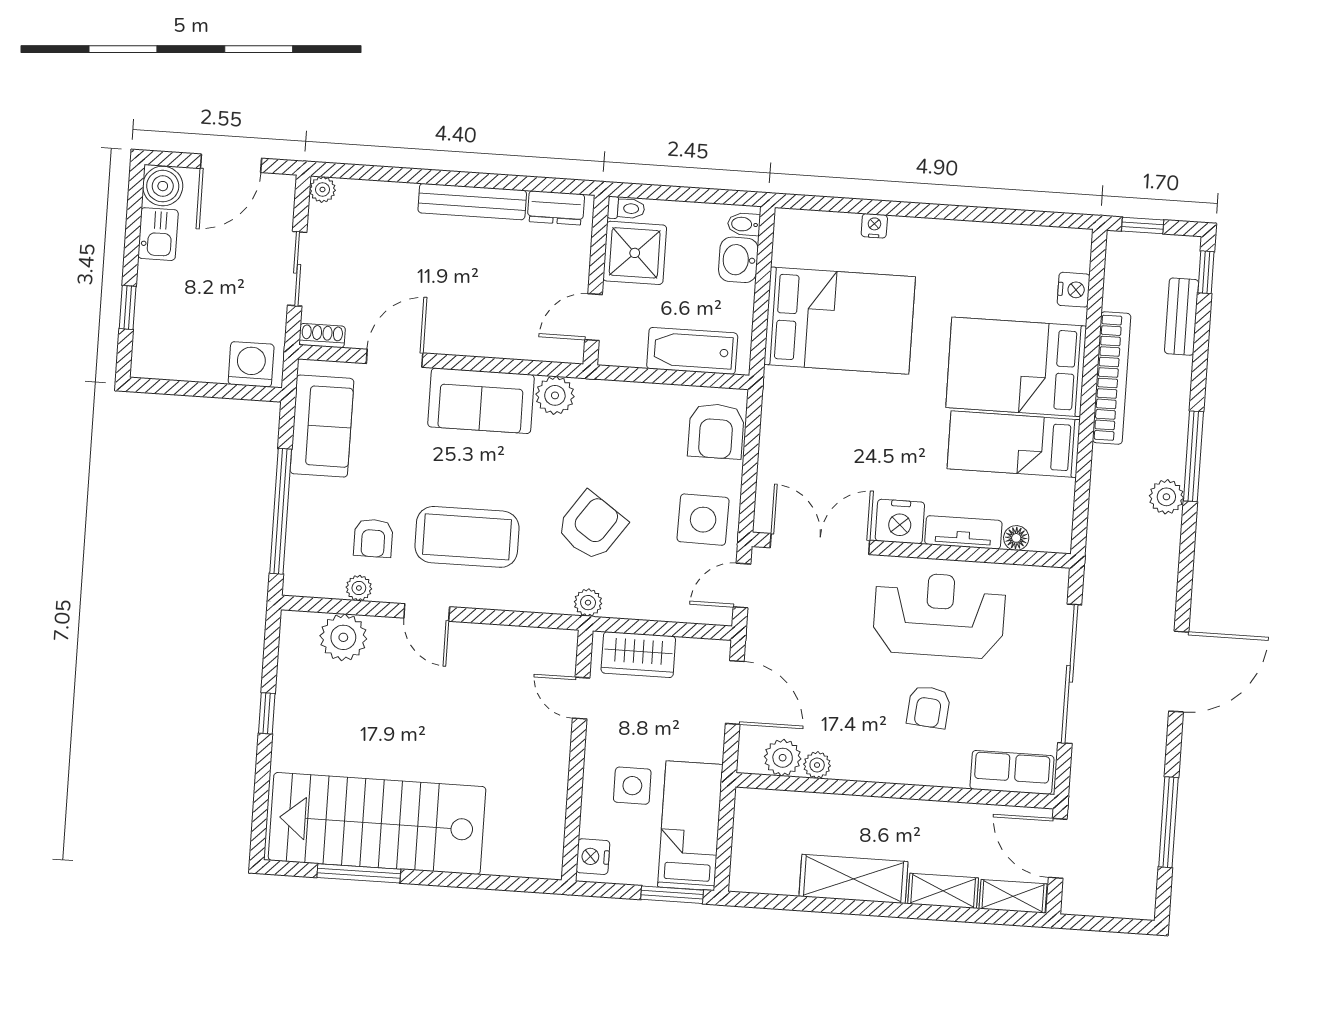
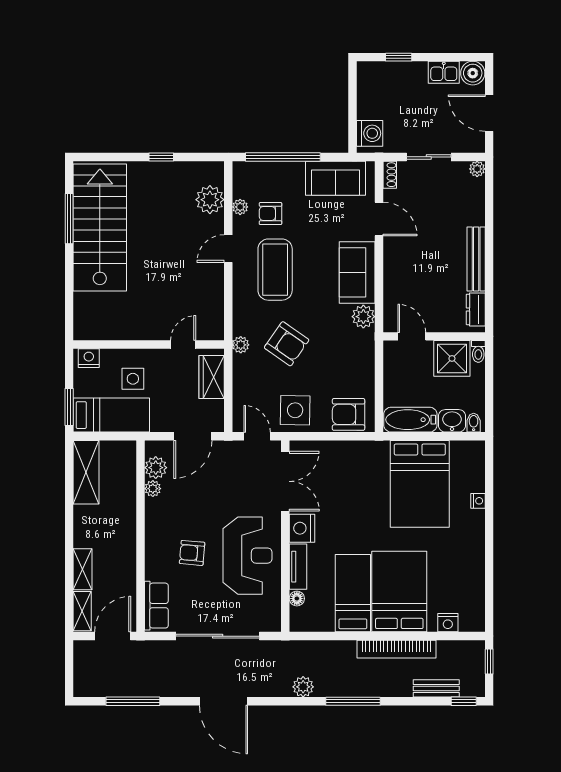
bathtub: (692, 351) -> (410, 420), moved, turned -90
plant: (1166, 497) -> (303, 687), moved
shelving: (853, 879) -> (86, 472), moved

